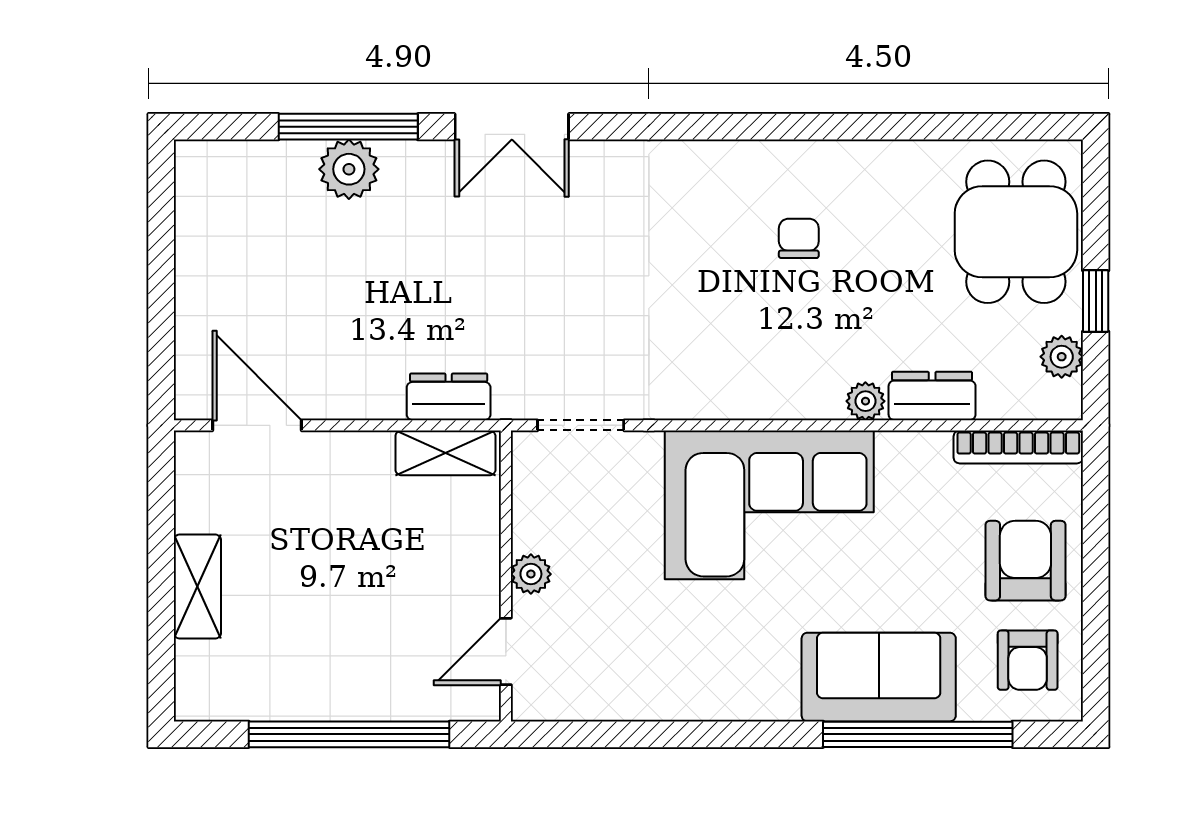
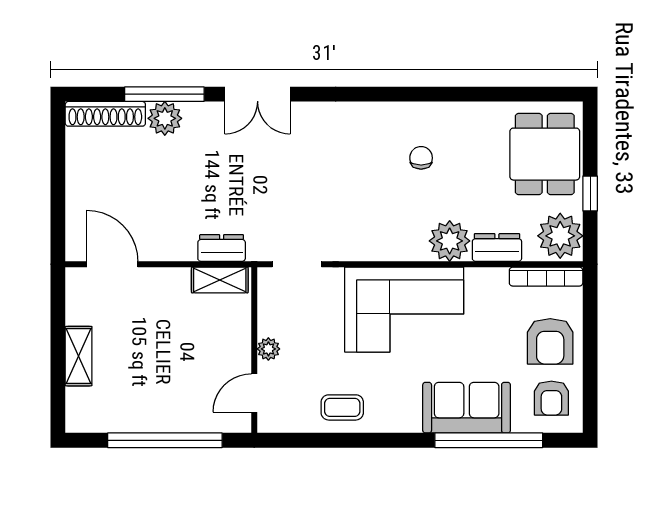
shoe rack: (244, 161) -> (105, 114), added
plant: (1062, 357) -> (560, 236), width x1.87, depth x1.87
plant: (865, 401) -> (450, 241), width x1.88, depth x1.88
armchair: (1025, 561) -> (550, 341), turned 180
coffee table: (660, 677) -> (342, 407), added

